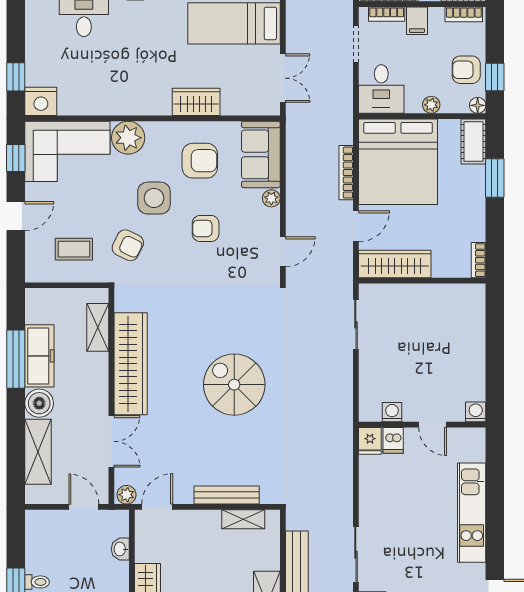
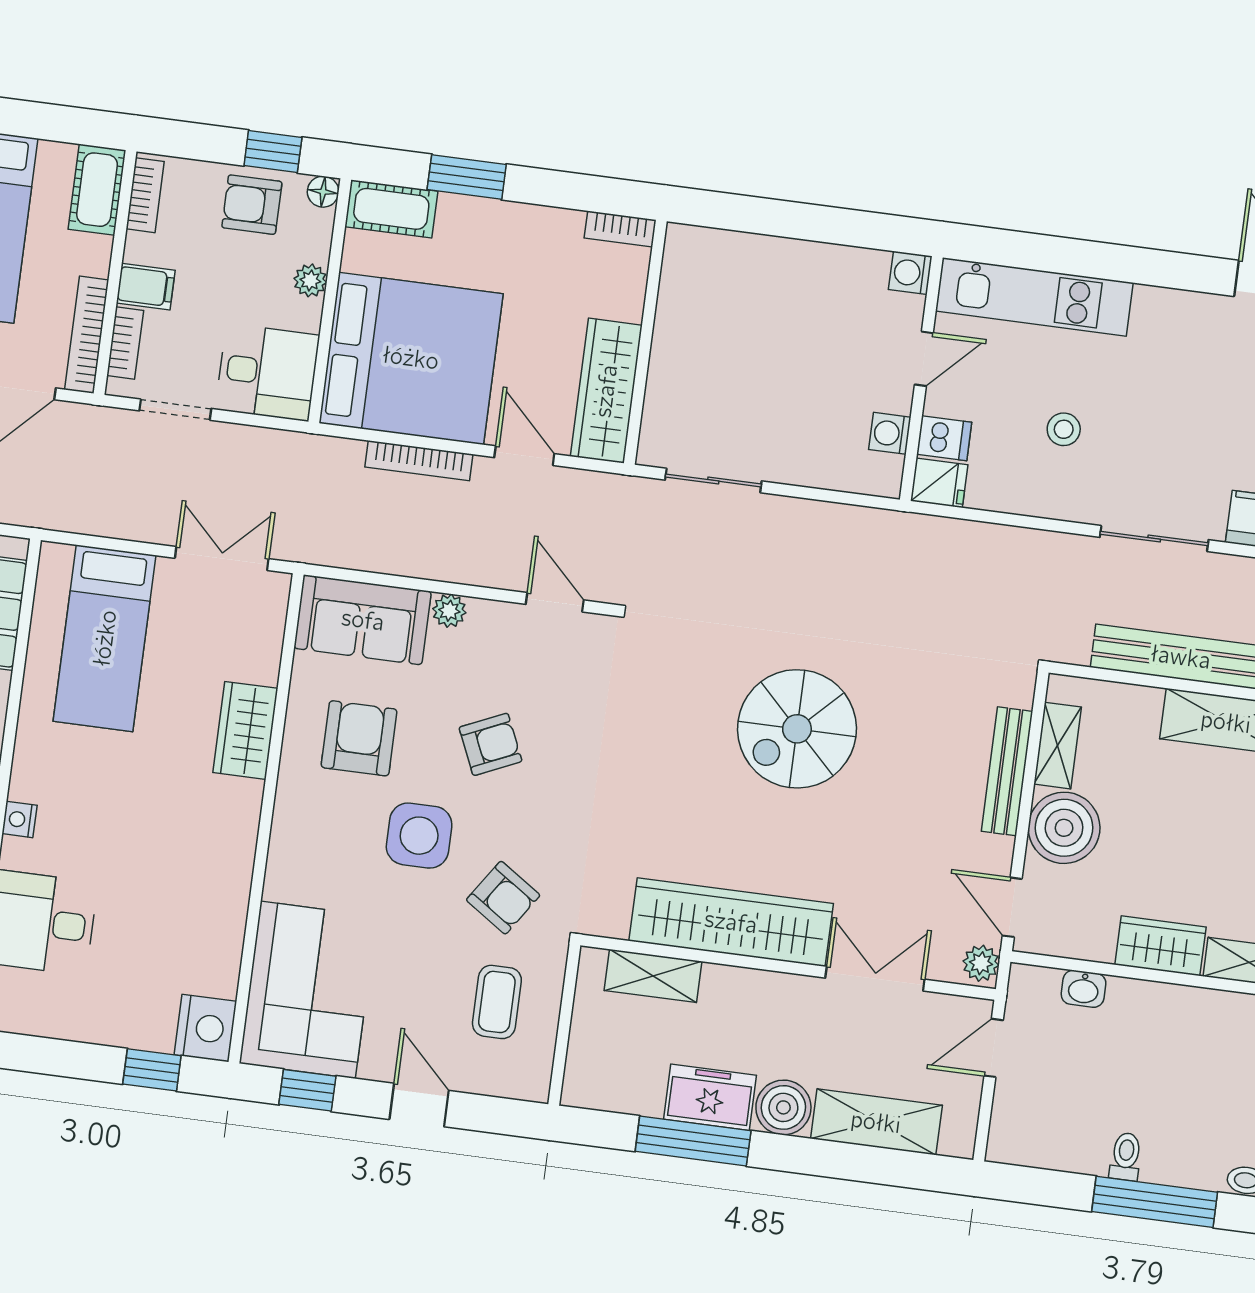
armchair: (466, 70) -> (252, 205), turned 90
plant: (128, 138) -> (297, 870), removed
armchair: (206, 228) -> (490, 744), turned -114
armchair: (128, 245) -> (503, 898), turned 98
freezer: (39, 356) -> (710, 1097), width x0.71
stool: (406, 501) -> (1064, 429), added
kitchen unit: (472, 513) -> (1034, 297), moved
boiler: (202, 528) -> (1064, 828), added

